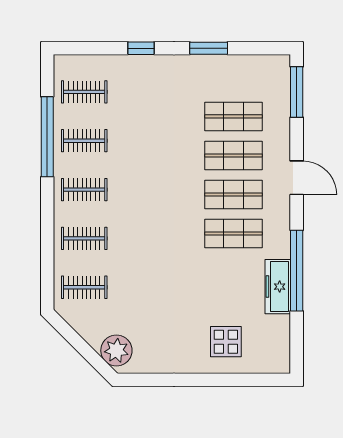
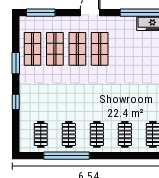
shop shelf: (233, 233) -> (33, 49), moved

